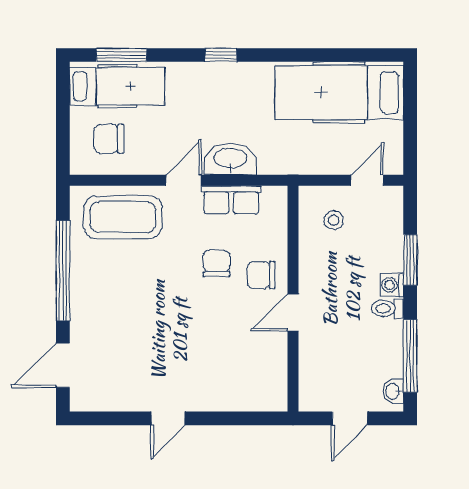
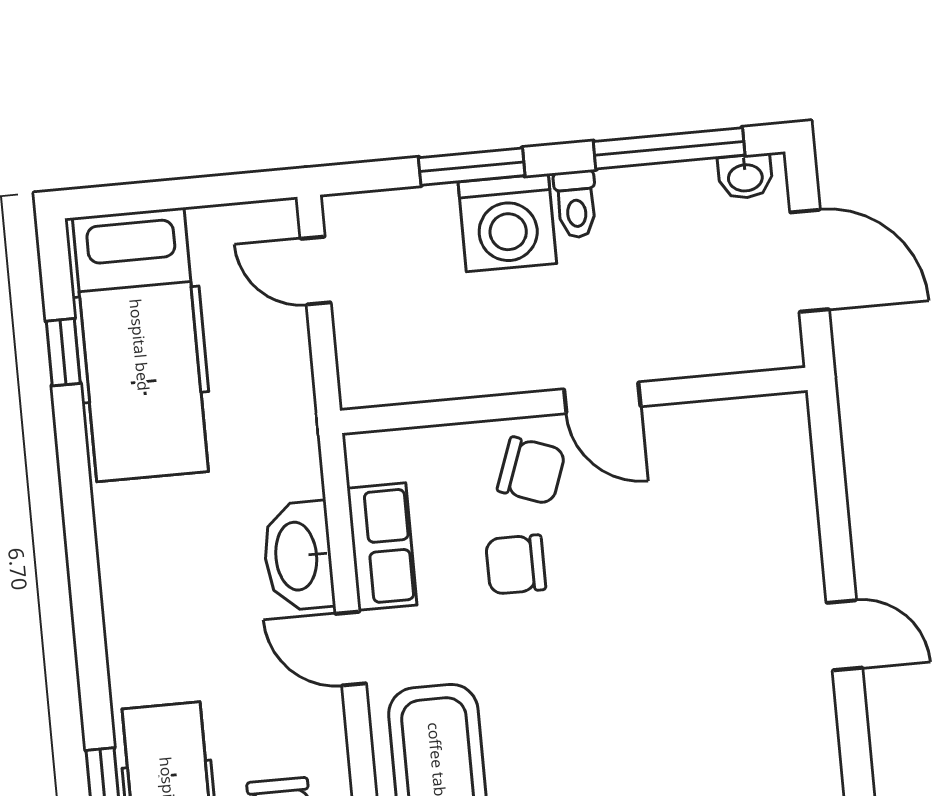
window: (221, 55) -> (63, 352), moved
stool: (334, 220) -> (404, 332), removed
chair: (261, 275) -> (531, 471), turned -70
washing machine: (392, 285) -> (507, 223), width x1.89, depth x1.89
door: (350, 418) -> (810, 261), width x1.38

